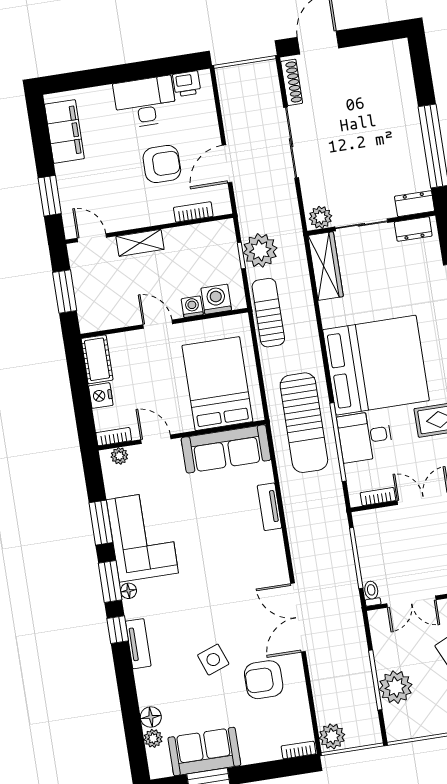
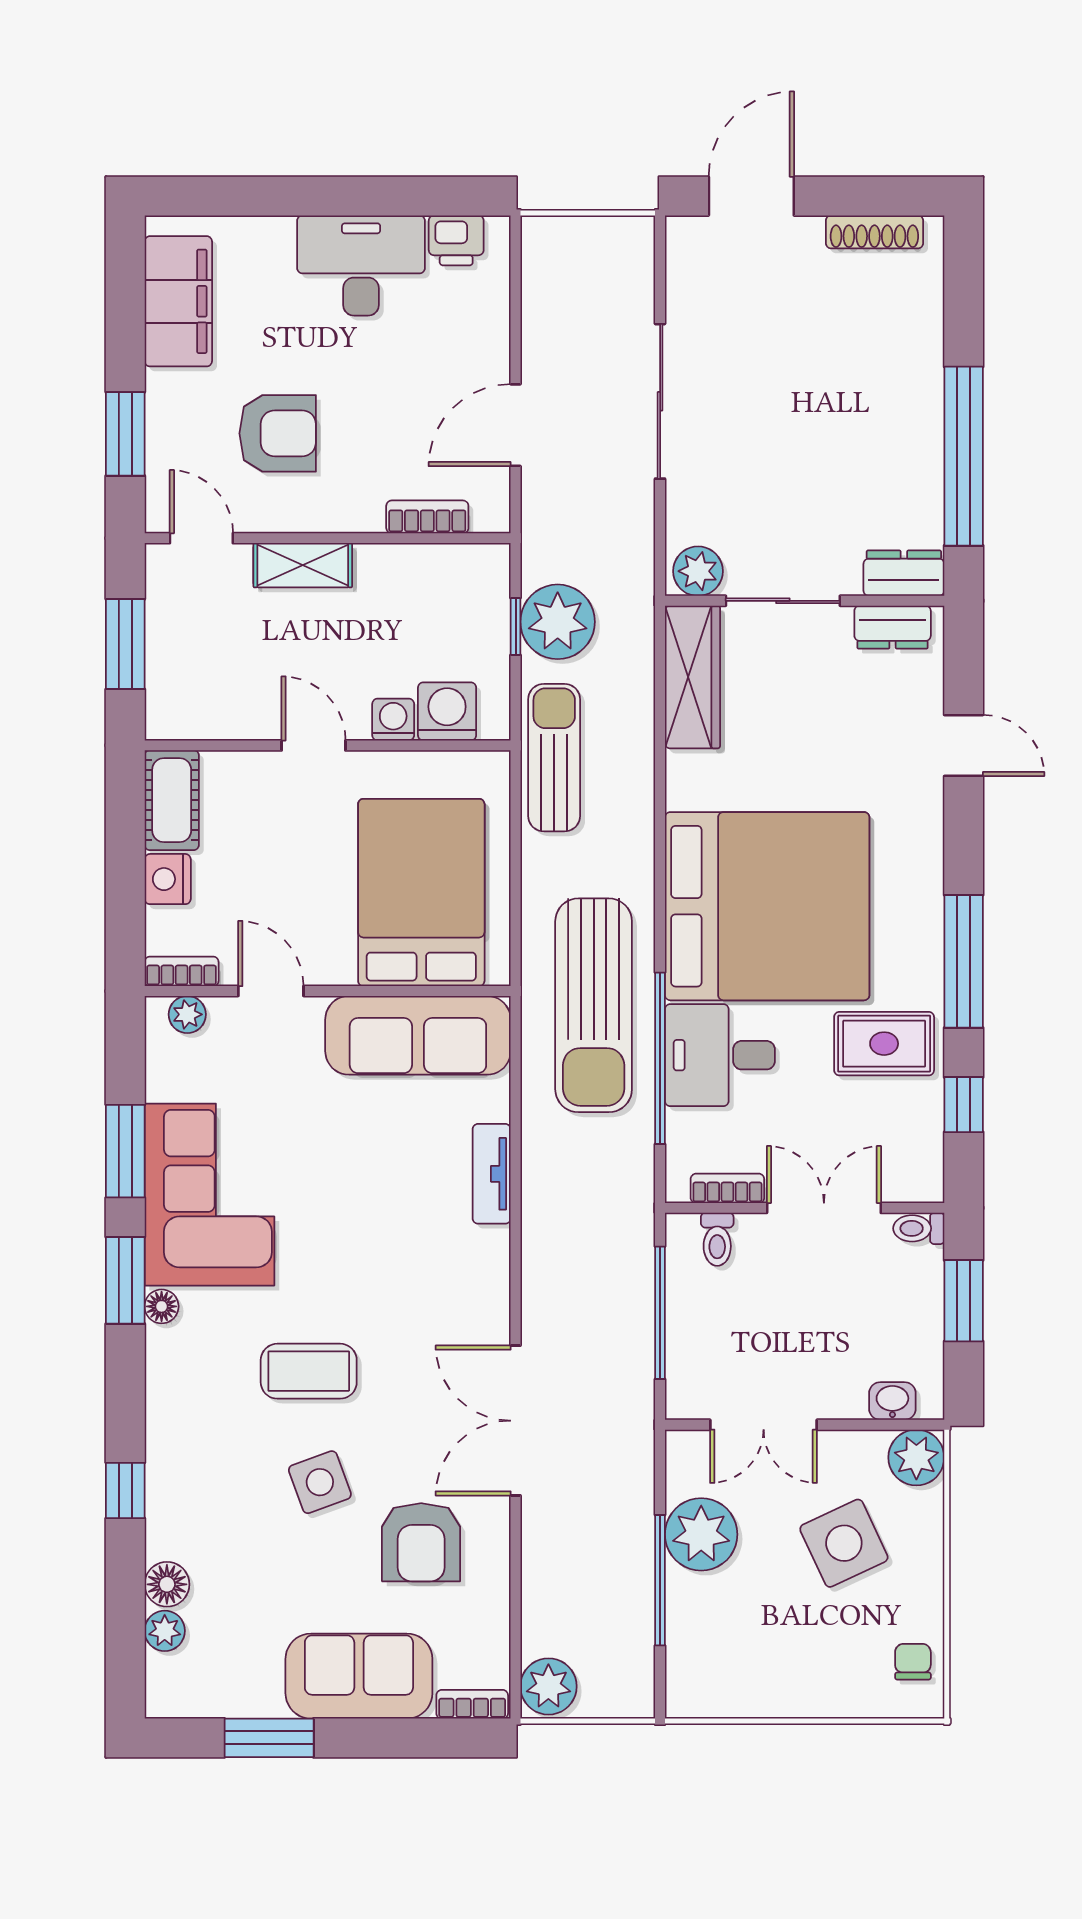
shoe rack: (292, 82) -> (874, 232), moved, turned 90
armchair: (162, 164) -> (278, 433), moved
toilet: (372, 593) -> (717, 1239), moved, turned 180
coffee table: (200, 610) -> (309, 1371), added
window: (118, 630) -> (125, 1490), moved
tv unit: (138, 644) -> (165, 1423), removed
armchair: (264, 680) -> (421, 1542), turned -90
plant: (396, 687) -> (701, 1534), moved
sofa: (204, 752) -> (359, 1676), moved

